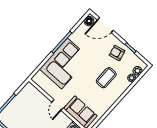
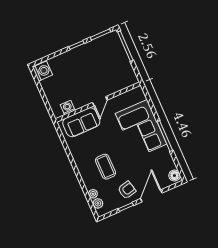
door: (105, 25) -> (151, 196), moved
door: (57, 105) -> (100, 101), swing flipped

